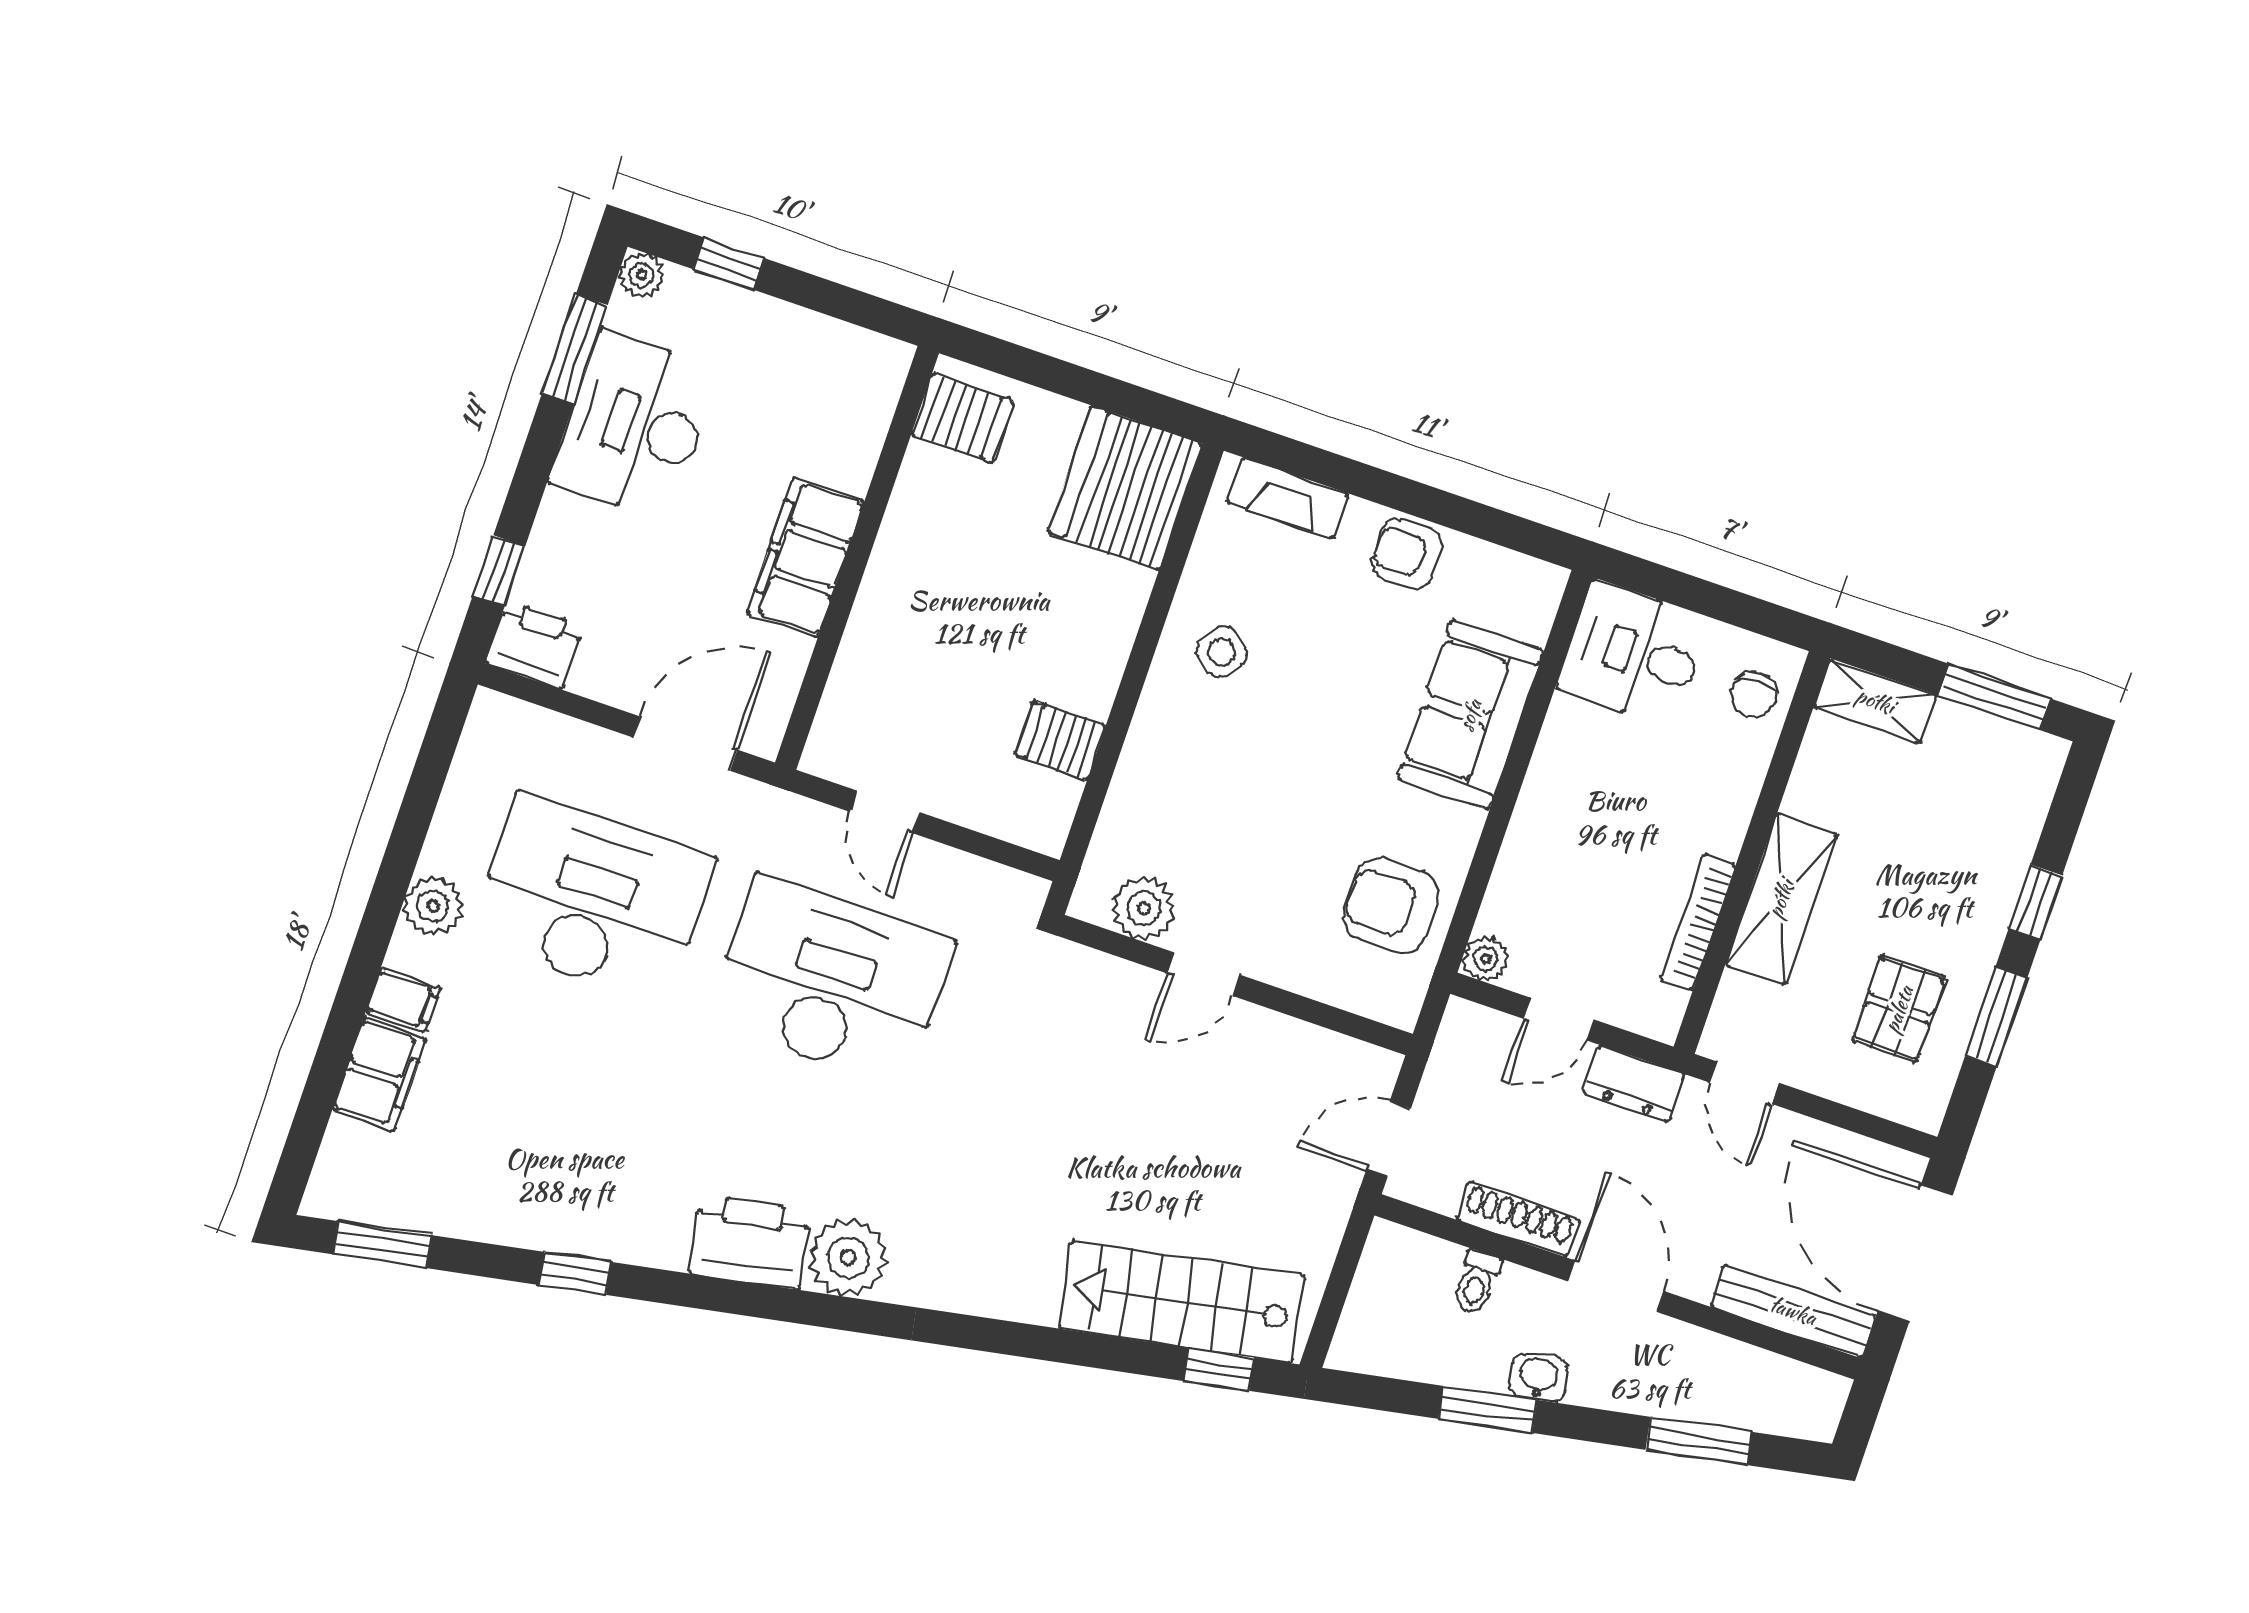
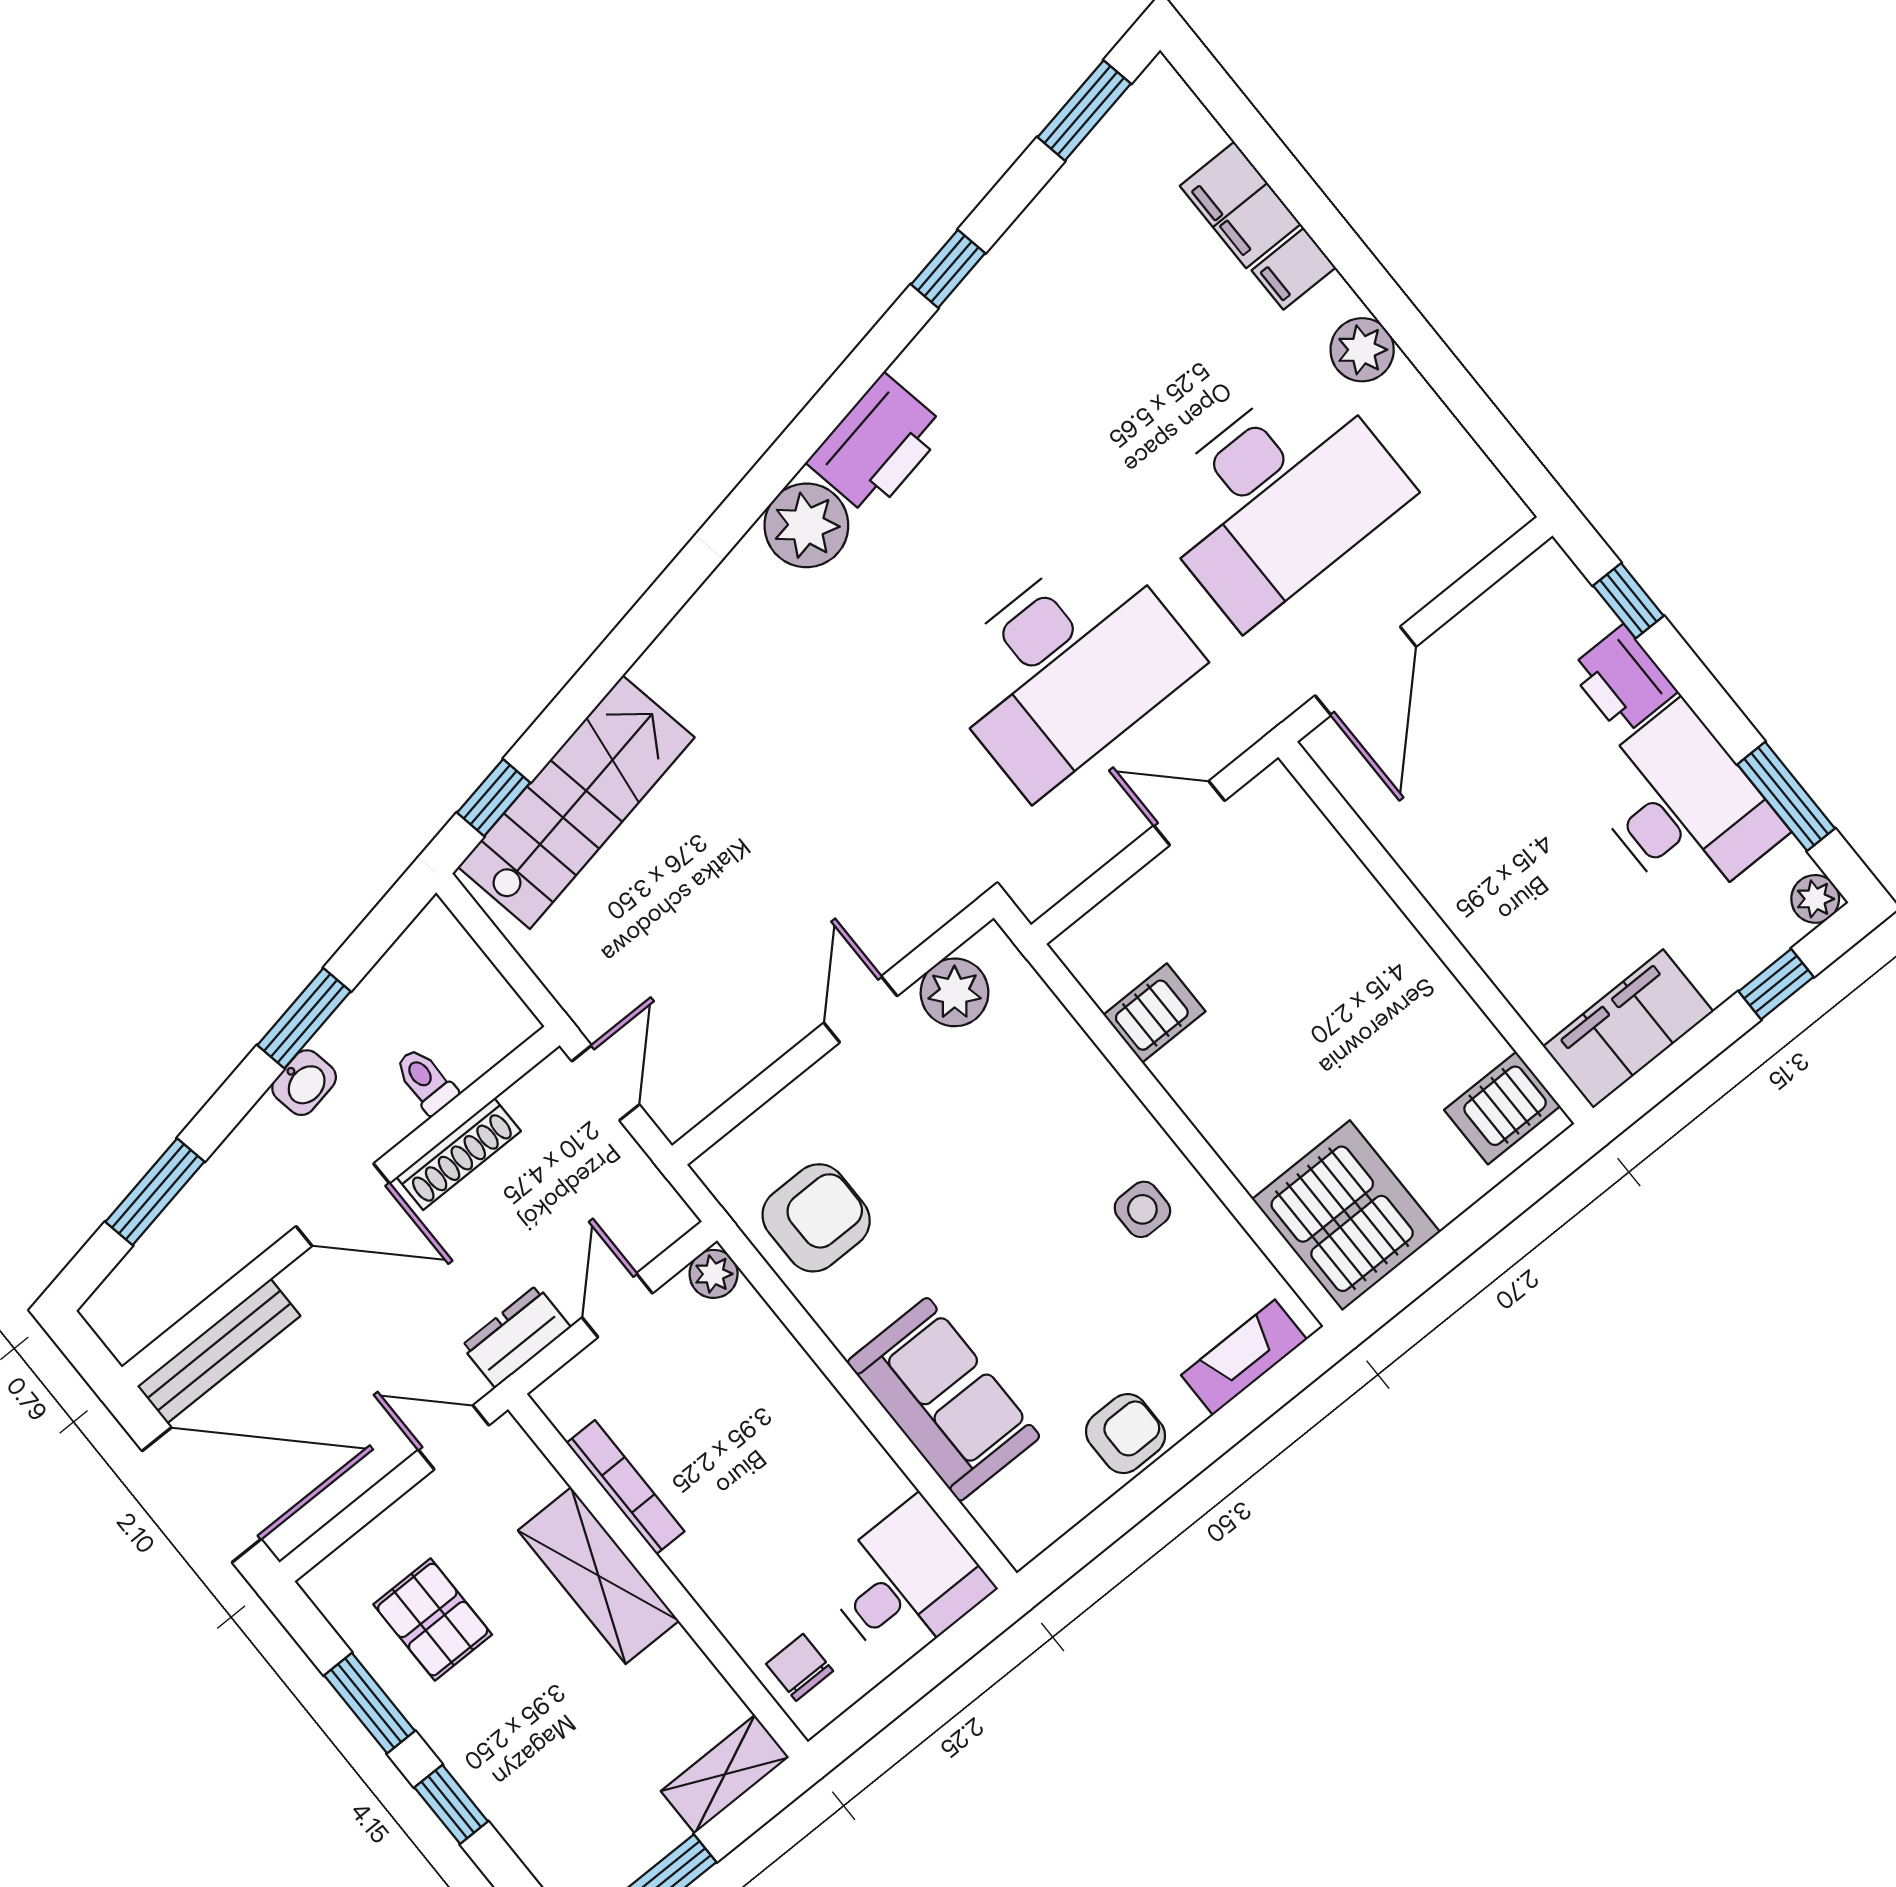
filing cabinet: (806, 557) -> (1628, 1029), moved, turned -90
printer: (535, 645) -> (1623, 680), moved, turned 90
side table: (1221, 652) -> (1142, 1209), turned -37

